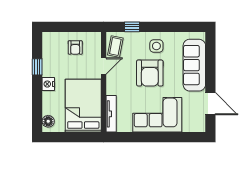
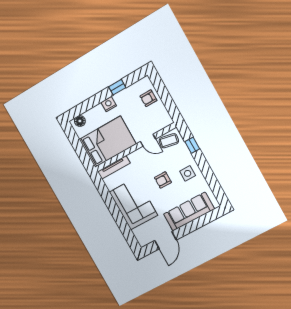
armchair: (75, 47) -> (148, 98), moved
armchair: (150, 73) -> (163, 180), width x0.53, depth x0.53

